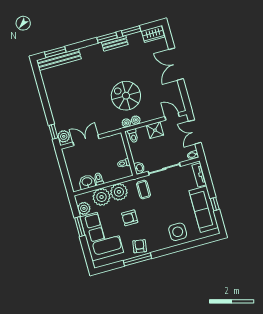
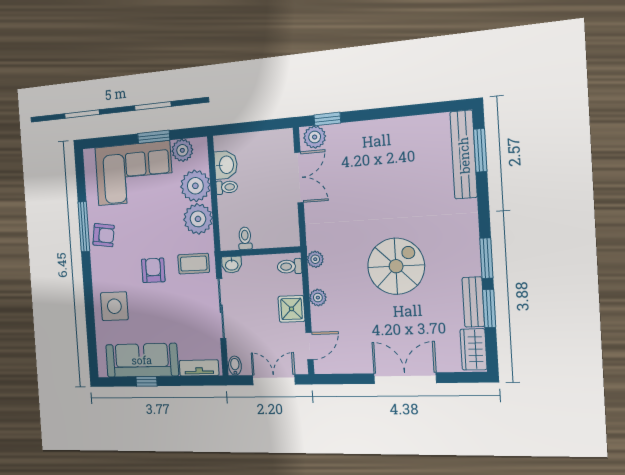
bench: (115, 43) -> (473, 302), moved
spiral stairs: (126, 96) -> (396, 266), moved
plant: (136, 120) -> (318, 298), moved
armchair: (130, 218) -> (153, 270), moved

